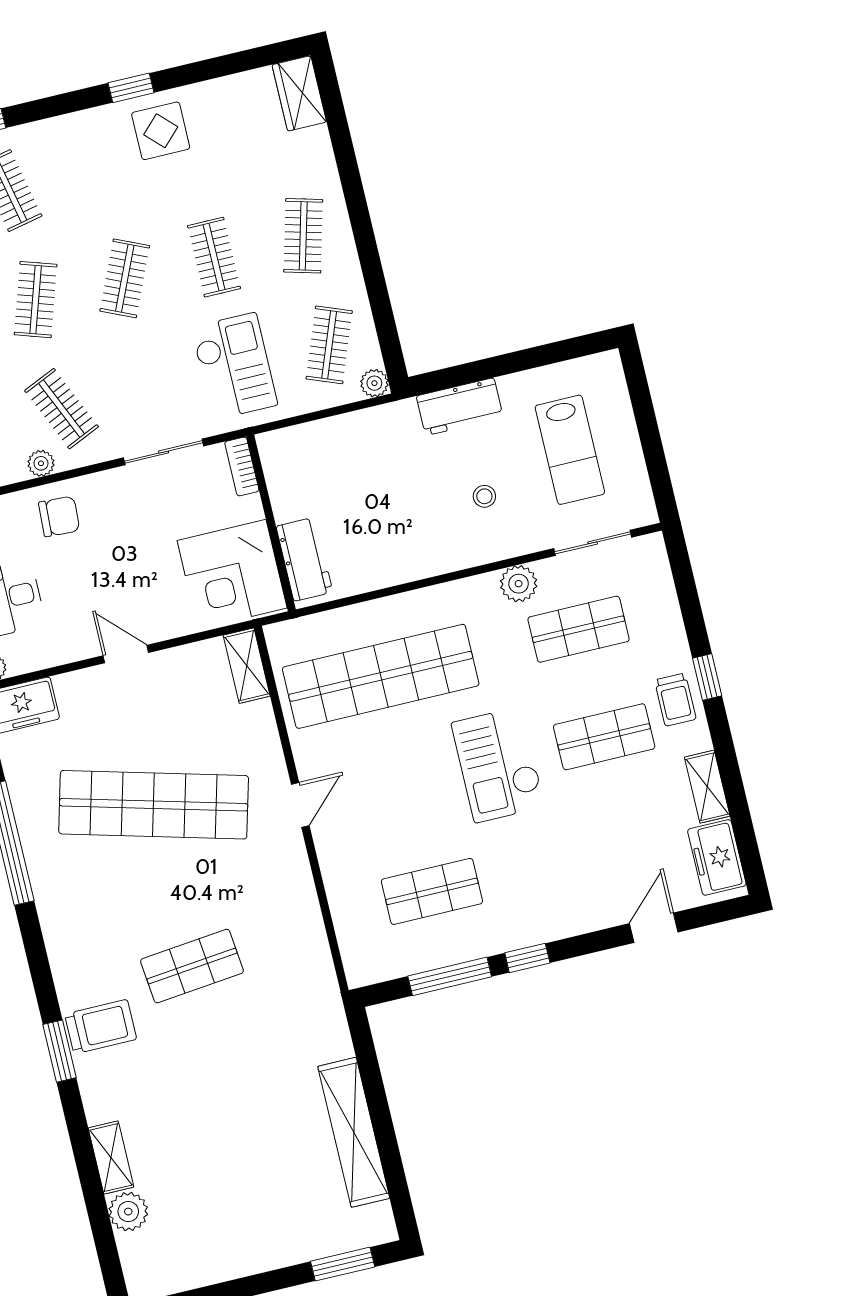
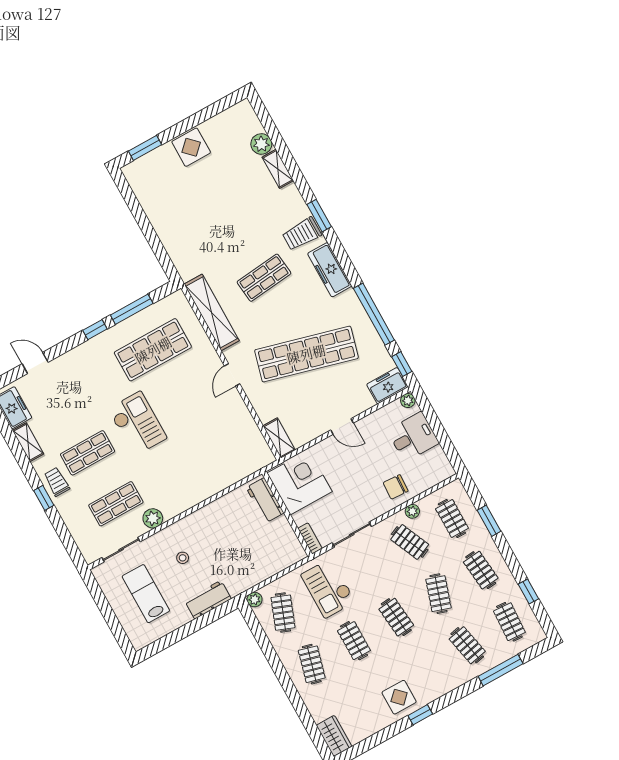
clothes rail: (125, 278) -> (396, 617), turned -30
shop shelf: (381, 676) -> (210, 452), removed
shop shelf: (432, 891) -> (153, 350), width x1.43, depth x1.36
door: (654, 928) -> (35, 363), swing flipped
freezer: (68, 947) -> (330, 270), added
shelving: (354, 1132) -> (212, 312), moved
display table: (258, 1242) -> (191, 147), added

